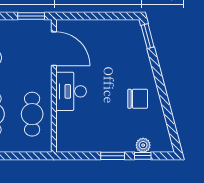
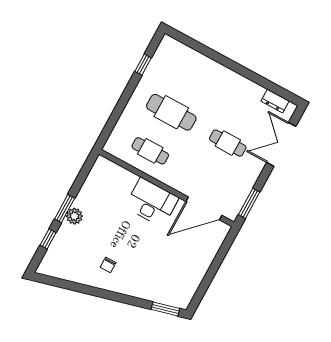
chair: (138, 99) -> (108, 265), width x0.54, depth x0.54
cafe table: (32, 114) -> (150, 151), width x0.73, depth x0.74
plant: (143, 145) -> (74, 216), moved

